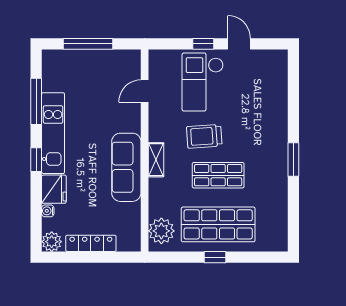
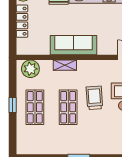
shelving: (156, 160) -> (65, 65), moved
shop shelf: (218, 224) -> (35, 107), width x0.70, depth x0.74

